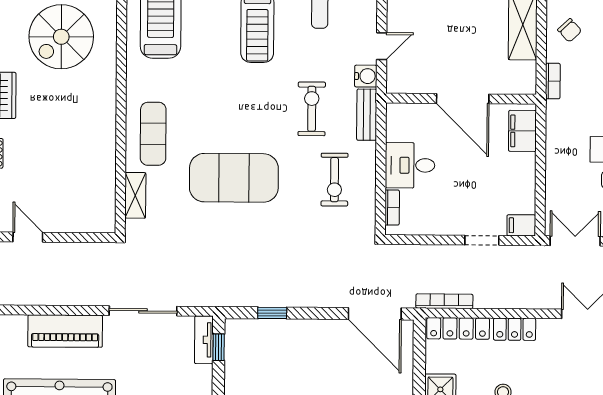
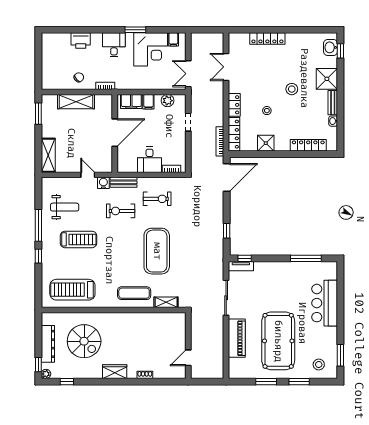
plant: (524, 201) -> (168, 101), added
filing cabinet: (521, 225) -> (148, 102), moved

